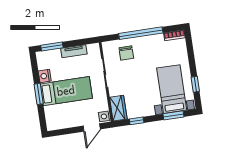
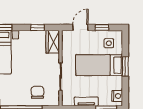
nightstand: (45, 76) -> (117, 96), moved
side table: (104, 116) -> (109, 43), moved
window: (69, 131) -> (102, 27), added

